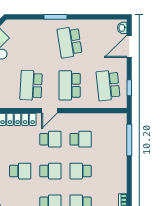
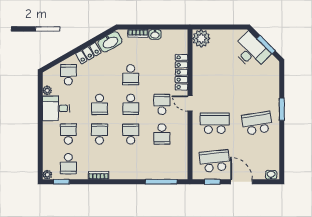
door: (129, 46) -> (241, 182), moved
school desk: (31, 85) -> (215, 86), removed
school desk: (50, 139) -> (162, 104), turned 180

